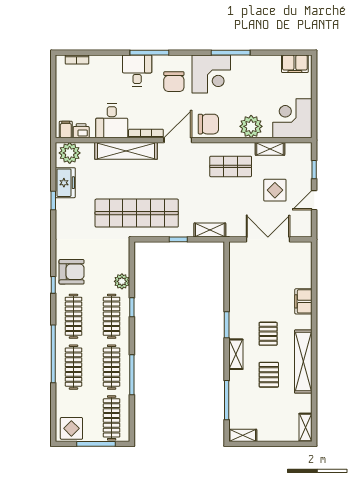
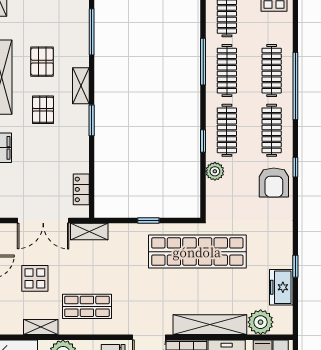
plant: (70, 153) -> (261, 322), moved
shelving: (210, 230) -> (89, 232), moved
locker: (236, 266) -> (81, 189), added
armchair: (72, 272) -> (274, 183), turned -90

